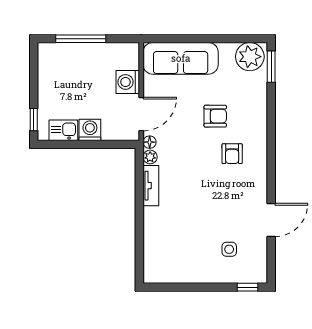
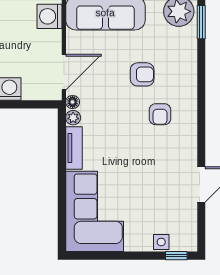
washing machine: (128, 82) -> (50, 16), moved
corner sofa: (170, 245) -> (95, 211), added
side table: (229, 249) -> (161, 242), moved

